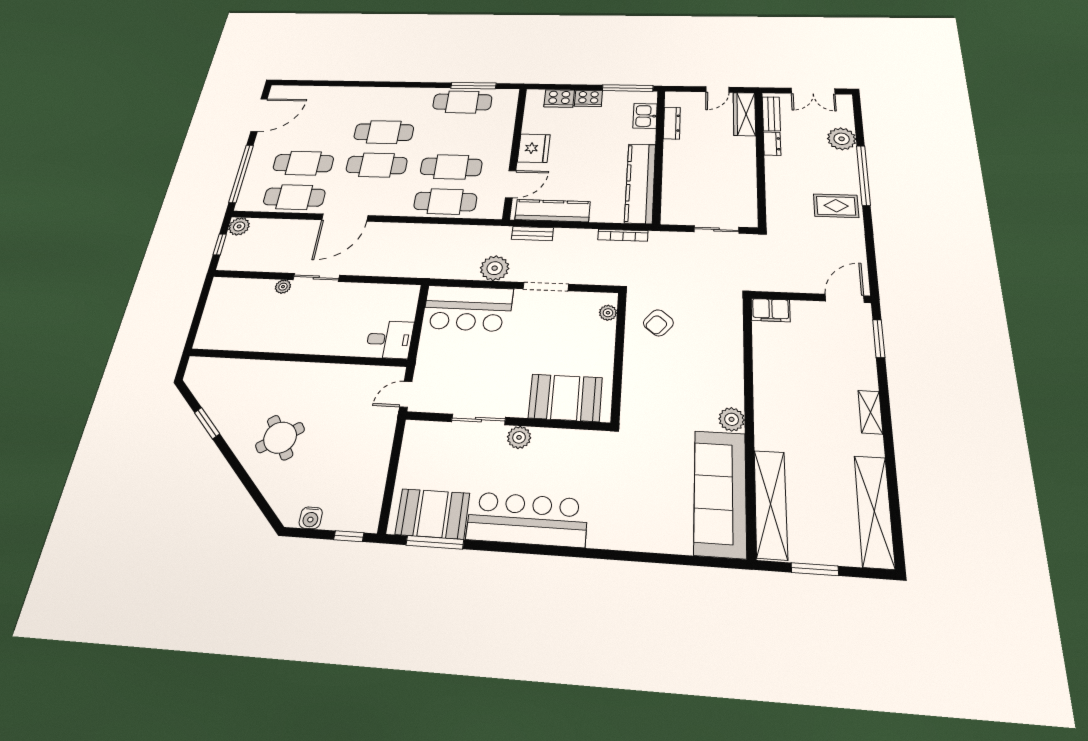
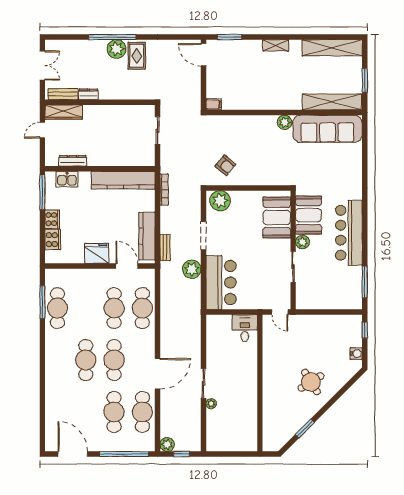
door: (717, 90) -> (42, 130), swing flipped
plant: (842, 139) -> (116, 49), moved
door: (345, 218) -> (157, 374), hinge flipped
filing cabinet: (771, 310) -> (214, 104), width x0.50
plant: (608, 313) -> (220, 201), width x1.88, depth x1.88
booth: (433, 514) -> (308, 215), moved

